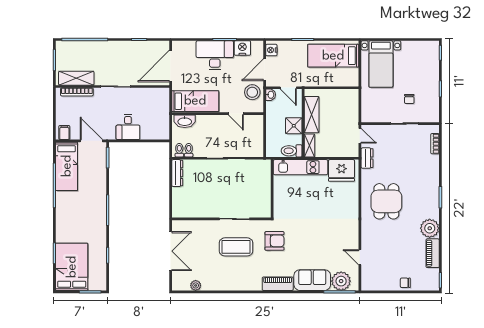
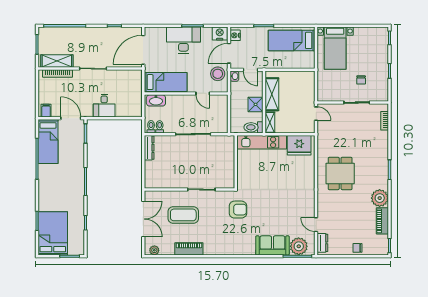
nightstand: (242, 48) -> (220, 33), moved
dresser: (367, 158) -> (322, 243), moved
coffee table: (236, 247) -> (183, 215), moved
piano: (278, 284) -> (189, 249), moved
plant: (196, 285) -> (154, 250), moved

